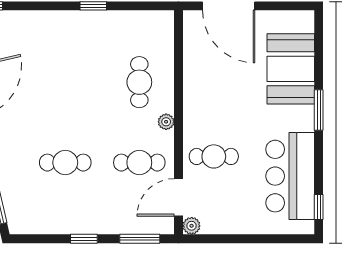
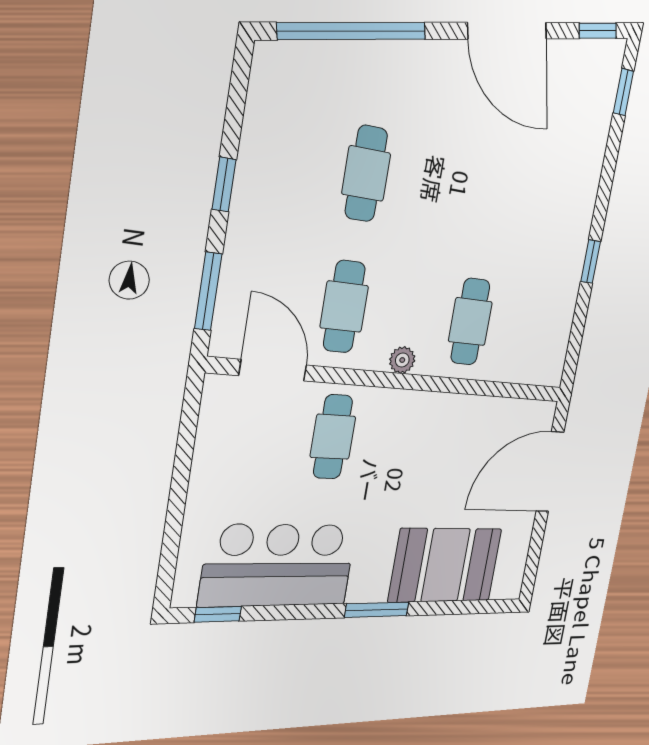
cafe table: (139, 82) -> (470, 322), turned 90
plant: (192, 226) -> (218, 390), removed

